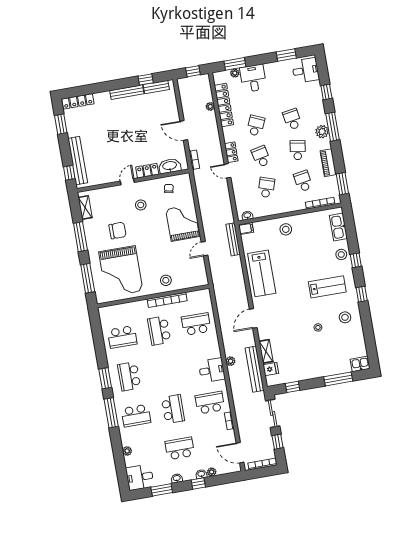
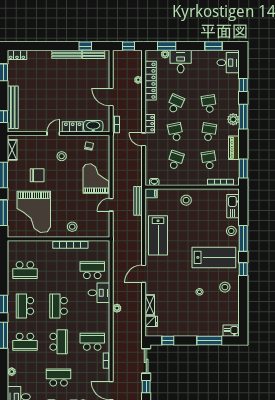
locker: (78, 101) -> (17, 55), width x0.66
window: (356, 260) -> (243, 238), width x2.17
lab bench: (327, 287) -> (214, 257), width x1.36, depth x1.39
school desk: (159, 331) -> (59, 306), moved
bench: (255, 369) -> (137, 319), removed
desk: (212, 370) -> (99, 293), moved

